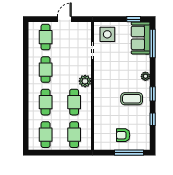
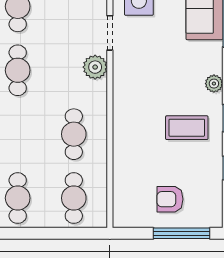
plant: (85, 81) -> (95, 67), moved
cafe table: (46, 102) -> (18, 134), removed

